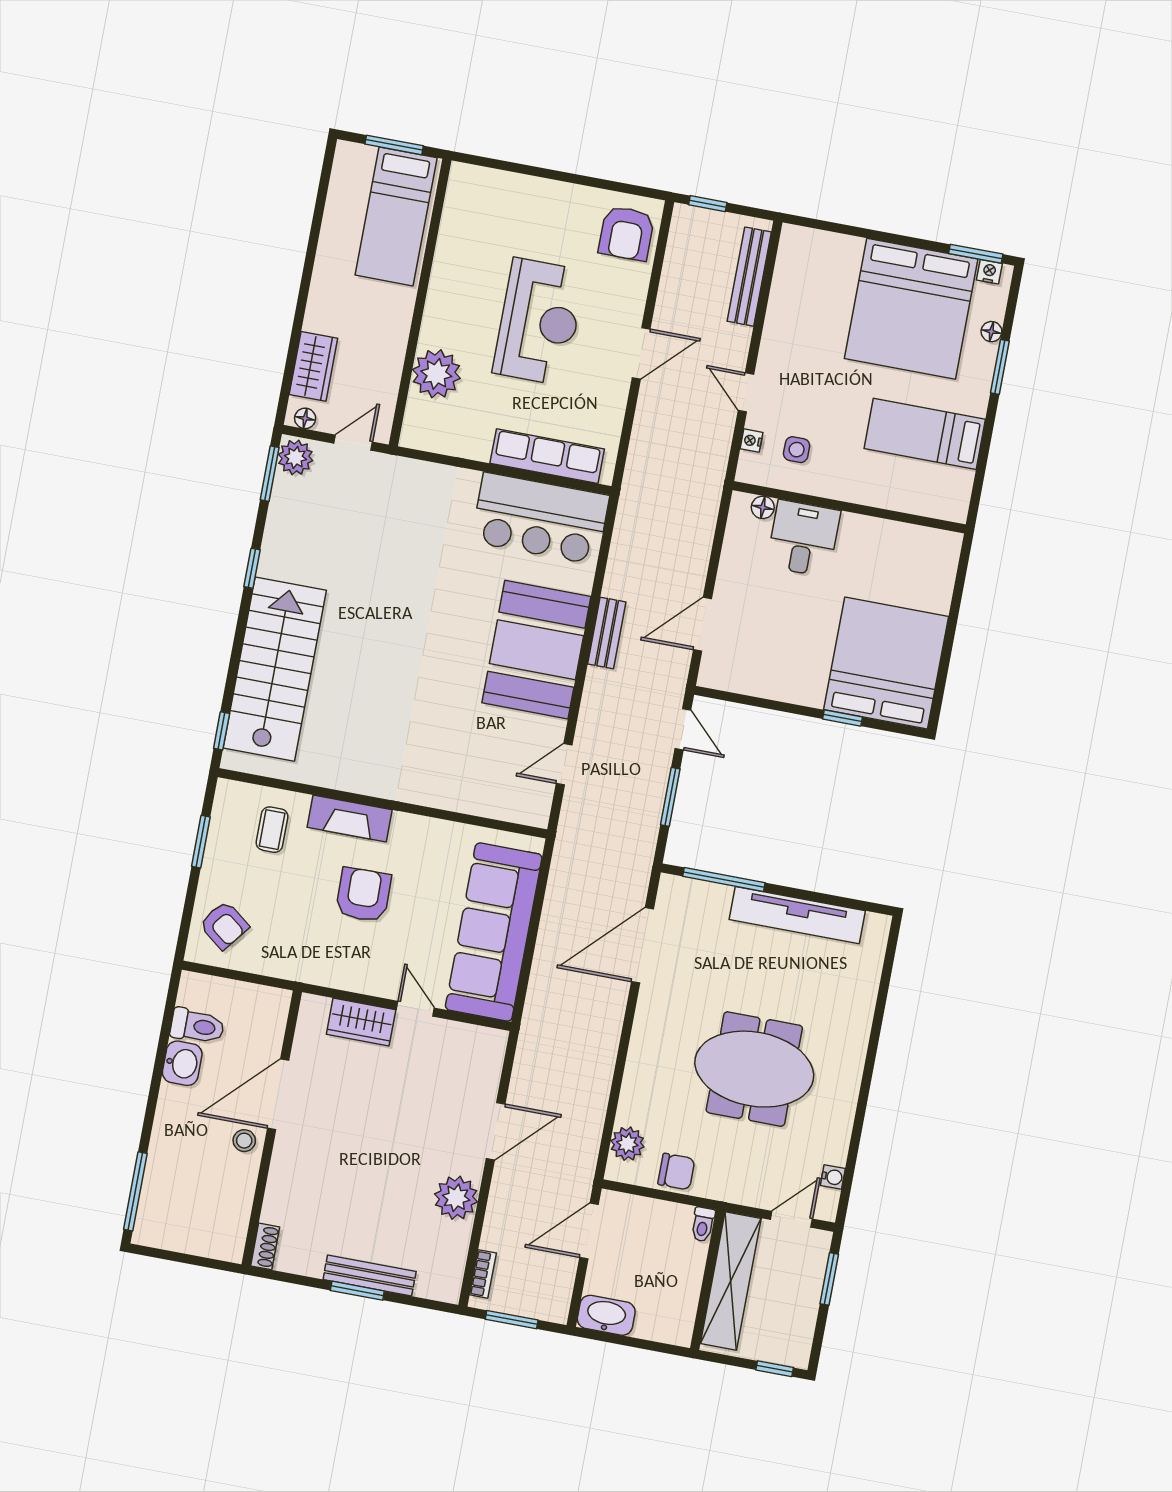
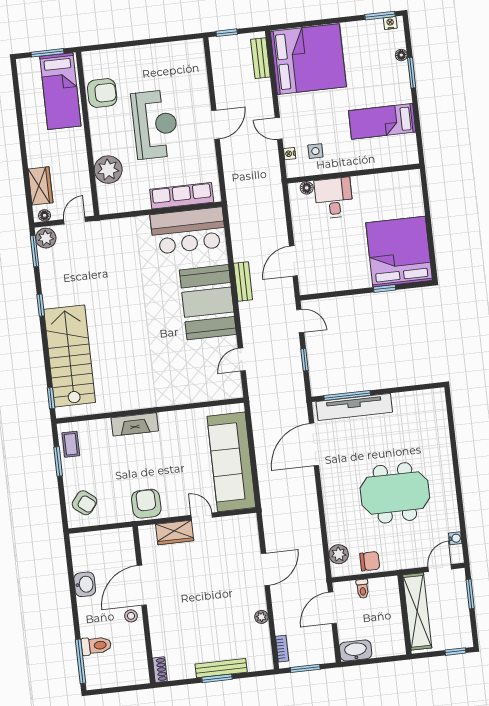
armchair: (626, 233) -> (102, 93), moved, turned -90
bench: (749, 277) -> (260, 58), width x0.73
bed: (911, 309) -> (308, 59), moved, turned -90
window: (670, 797) -> (305, 360), width x0.67
coffee table: (272, 830) -> (71, 444), moved
armchair: (363, 895) -> (146, 504), moved
tv unit: (797, 915) -> (354, 407), moved
toilet: (197, 1026) -> (96, 646), moved
plant: (456, 1198) -> (261, 617), width x0.53, depth x0.53
toilet: (703, 1224) -> (363, 589), moved

